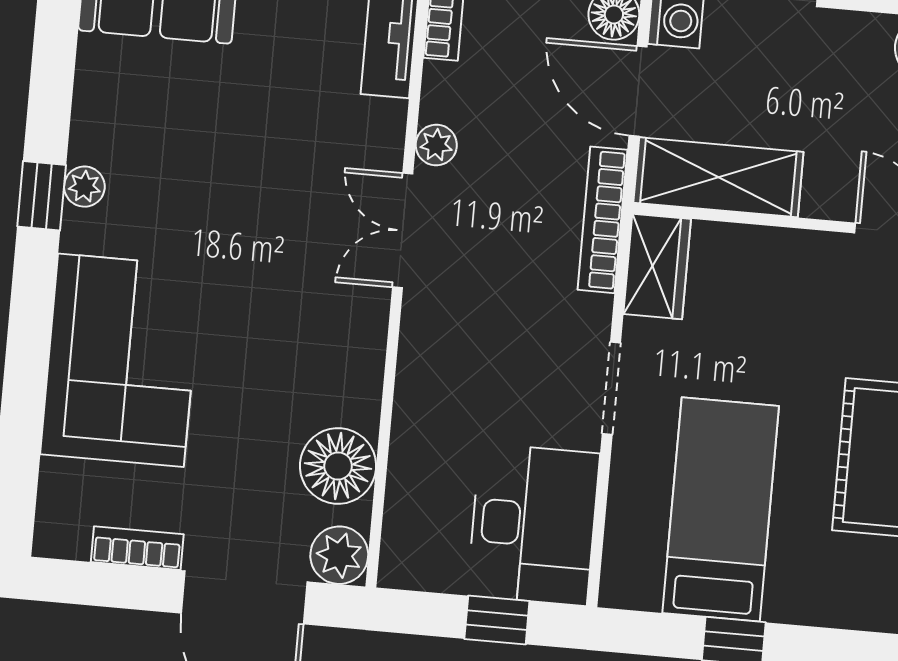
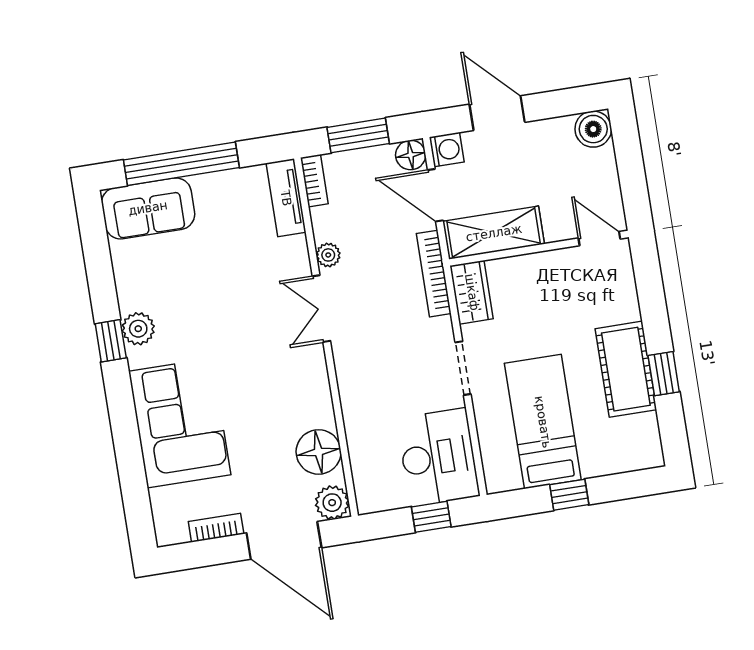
plant: (84, 187) -> (138, 329), width x1.38, depth x1.38

